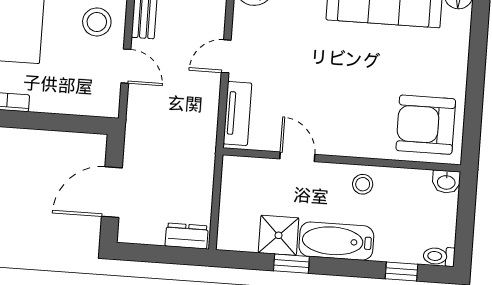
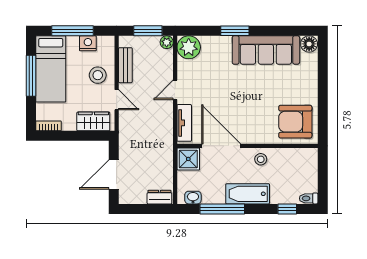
wardrobe: (84, 100) -> (93, 121), added
door: (297, 157) -> (221, 146), width x1.88
washbasin: (446, 182) -> (193, 198), moved, turned 180
shower: (279, 235) -> (188, 159), moved
window: (291, 264) -> (222, 209), width x2.17

